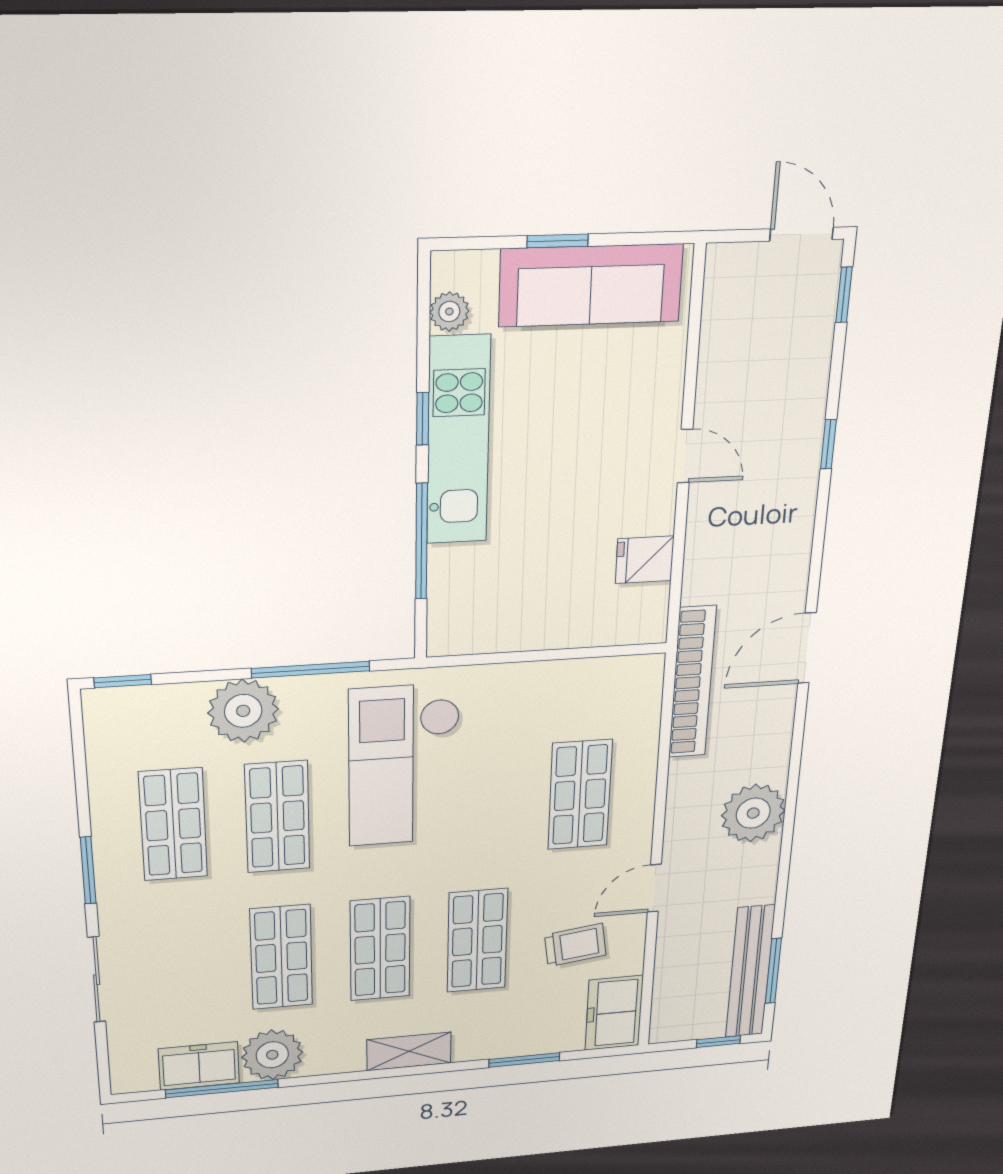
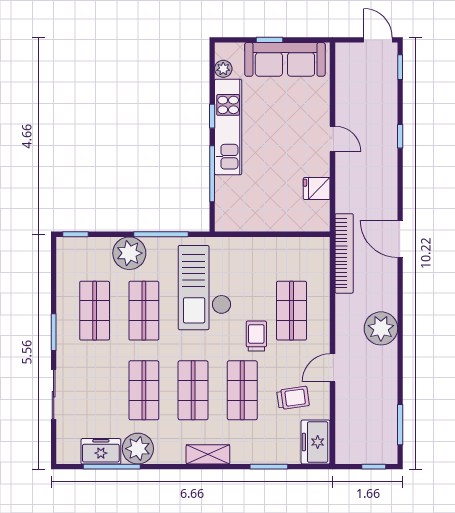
door: (807, 648) -> (400, 239), hinge flipped
trolley: (508, 845) -> (256, 336), added
bench: (750, 972) -> (388, 424), removed

